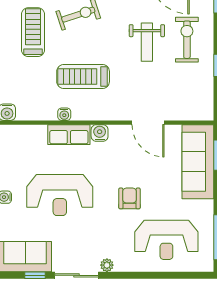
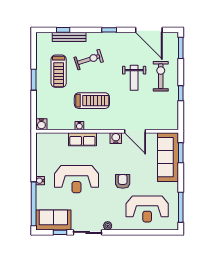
treadmill: (33, 32) -> (59, 71), turned 180
treadmill: (83, 77) -> (92, 101), turned 180
water cooler: (100, 133) -> (116, 138), moved

